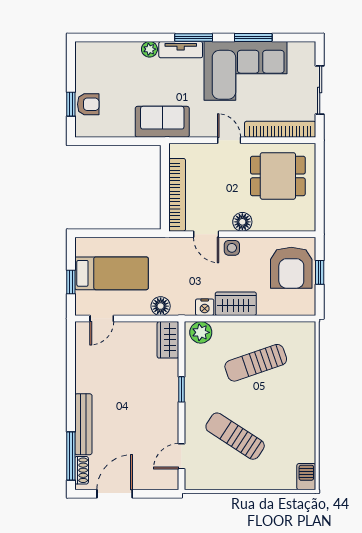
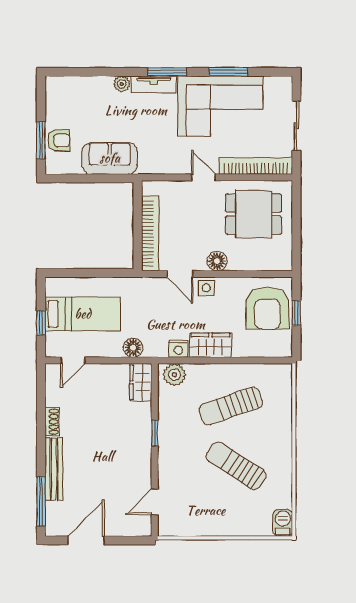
window: (71, 104) -> (41, 140), width x1.50
sofa: (162, 122) -> (110, 158), moved
sun lounger: (235, 436) -> (236, 466), moved
shoe rack: (82, 470) -> (52, 422), moved

